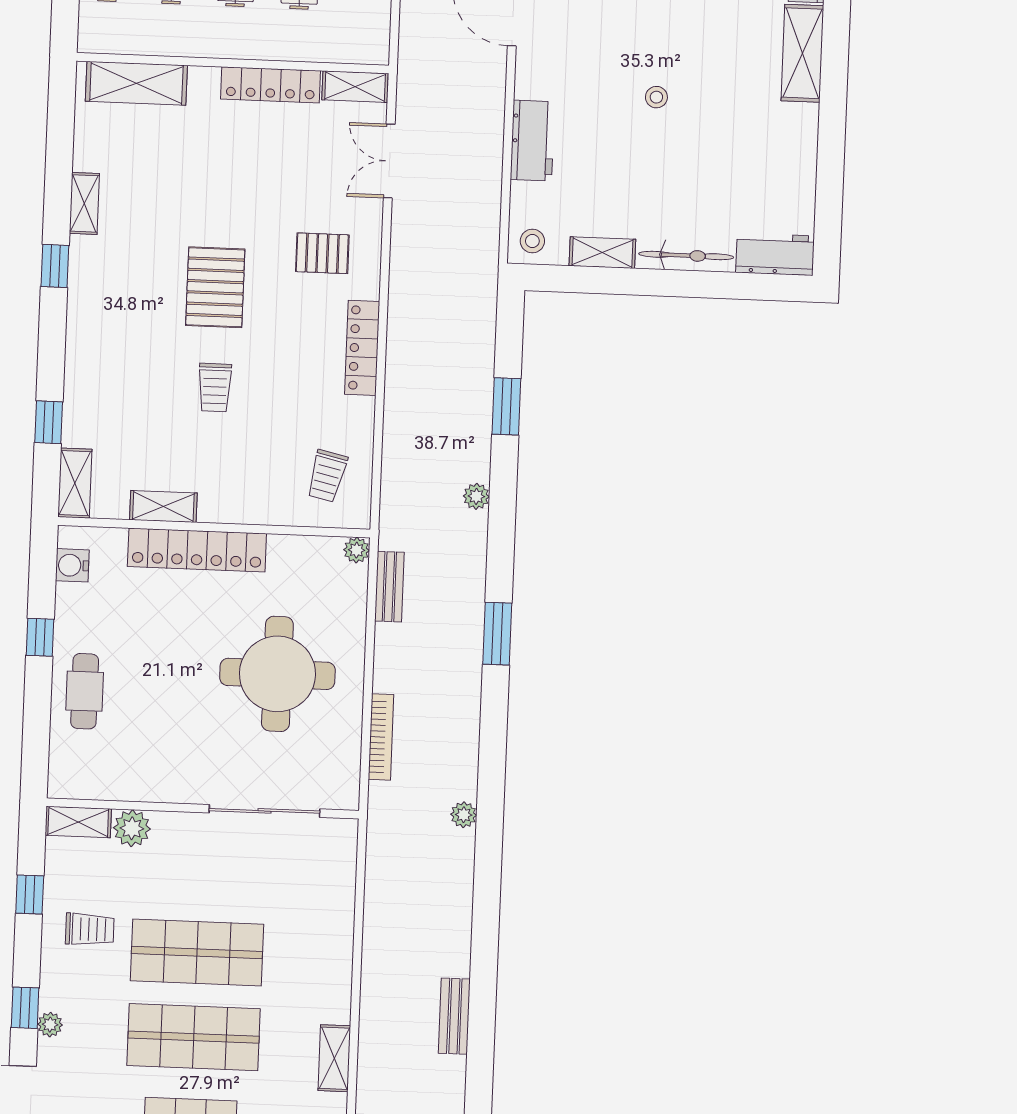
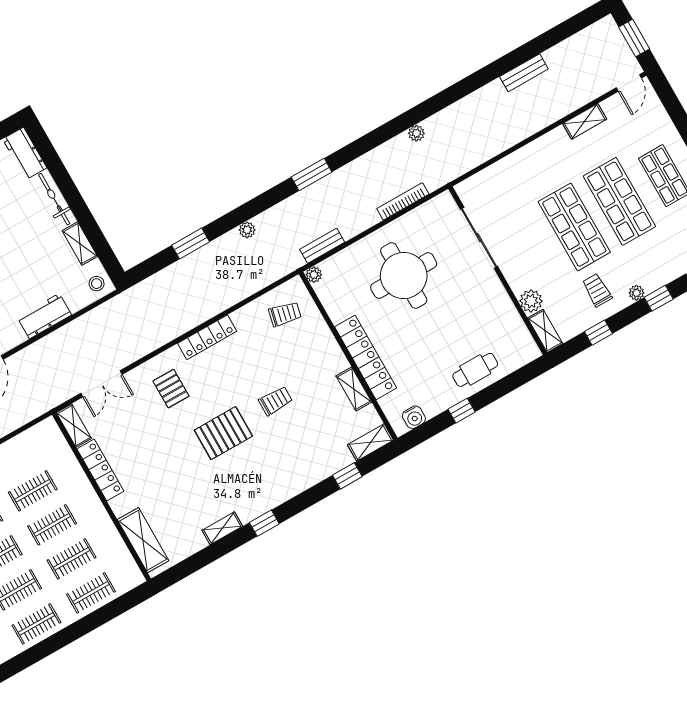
plant: (50, 1025) -> (636, 293), moved

